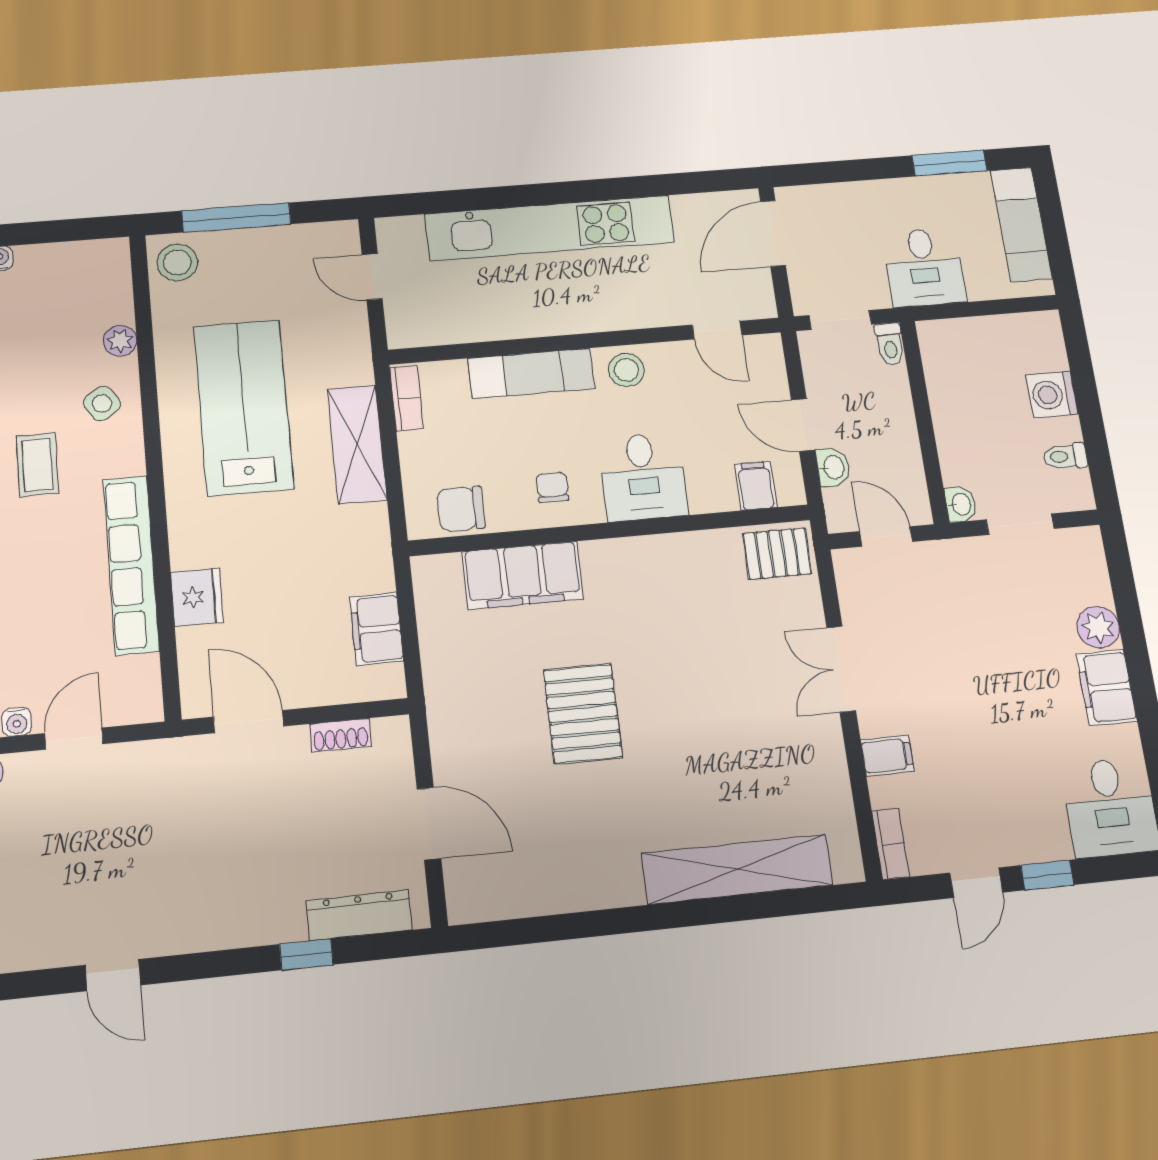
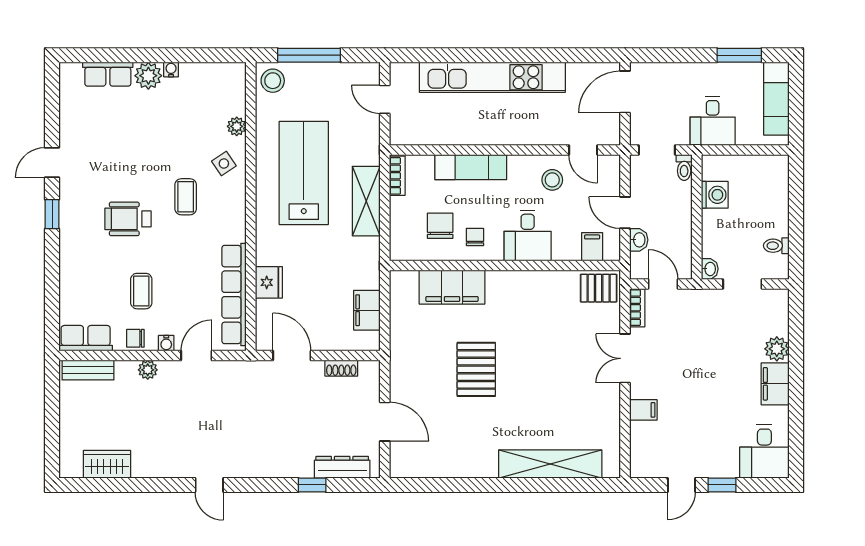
stool: (626, 370) -> (552, 180), moved
washing machine: (1052, 395) -> (715, 195), moved, turned 180
chair: (461, 509) -> (440, 226), moved, turned 90
row of seats: (131, 565) -> (234, 295), moved
bookcase: (890, 844) -> (637, 308), moved

